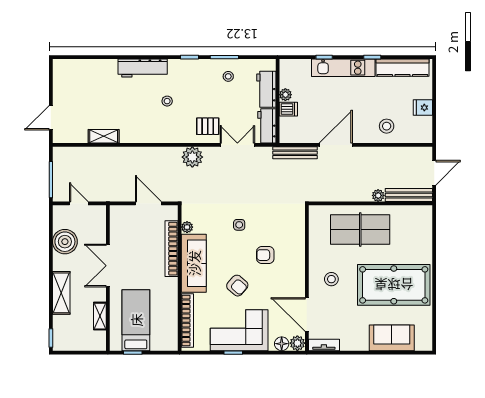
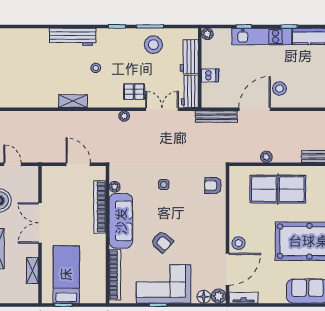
stool: (228, 76) -> (153, 45), width x1.89, depth x1.89
plant: (285, 95) -> (207, 34), moved
stool: (387, 126) -> (279, 89), moved
shelving: (104, 136) -> (73, 101), moved
plant: (192, 157) -> (124, 116), width x0.53, depth x0.53
plant: (378, 195) -> (266, 157), moved
armchair: (265, 255) -> (213, 186), moved
stool: (331, 279) -> (239, 243), moved
door: (307, 315) -> (227, 269), swing flipped

